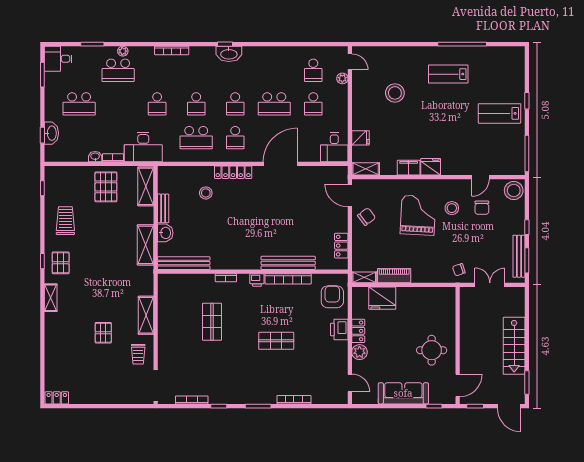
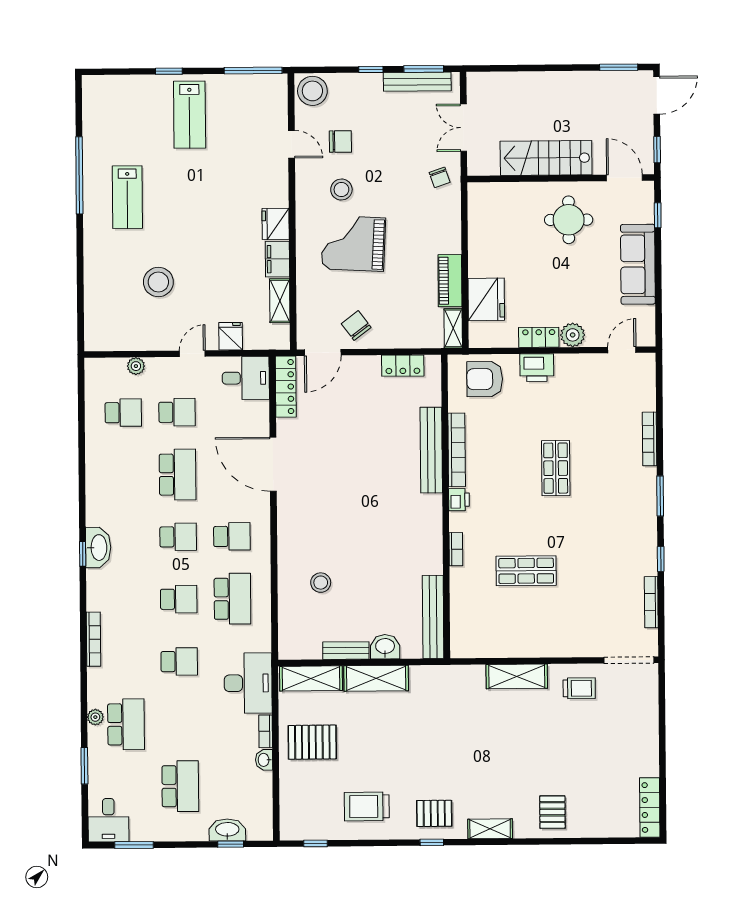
door: (350, 62) -> (192, 354), moved
shelving: (366, 169) -> (280, 301), moved
locker: (233, 172) -> (286, 387), moved
shelving: (146, 245) -> (376, 678), moved
pallet: (103, 333) -> (552, 812), moved, turned 90
stairs: (514, 346) -> (546, 158), moved, turned 180
locker: (57, 398) -> (650, 807), width x1.53

